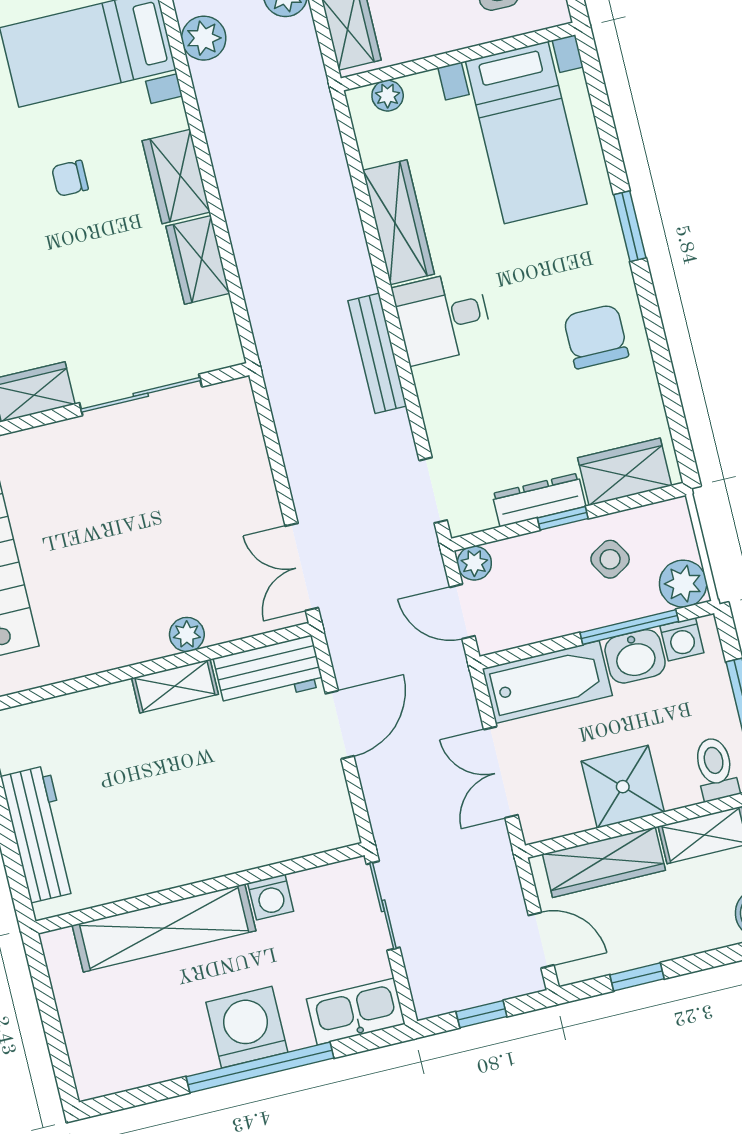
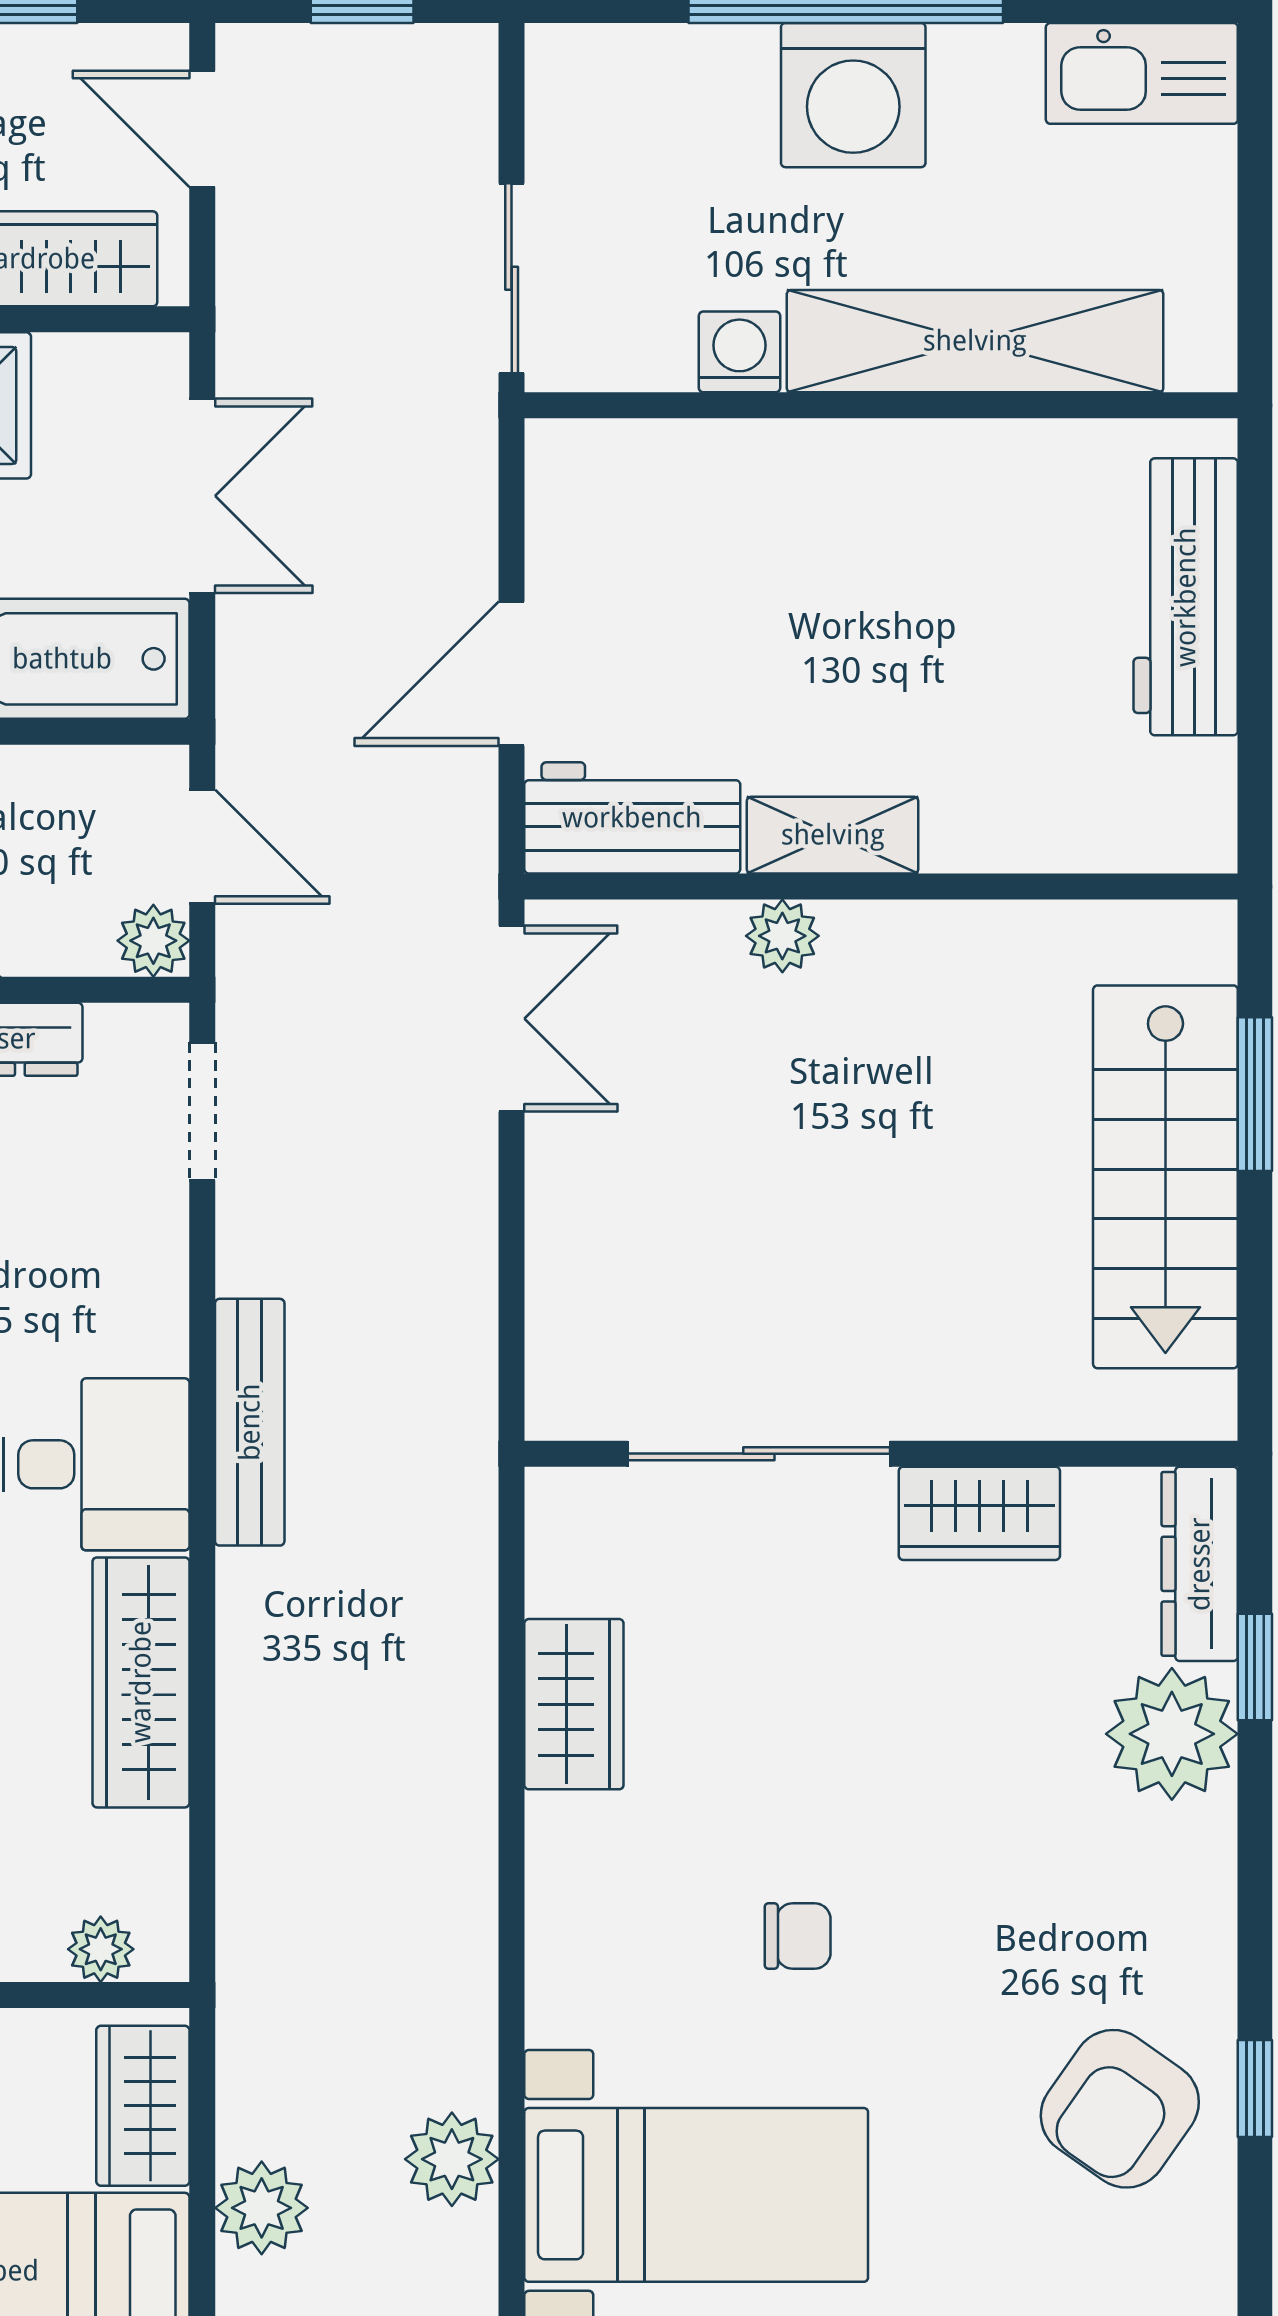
wardrobe: (176, 176) -> (577, 1887), removed
kitchen sink: (356, 1012) -> (1142, 73), moved

